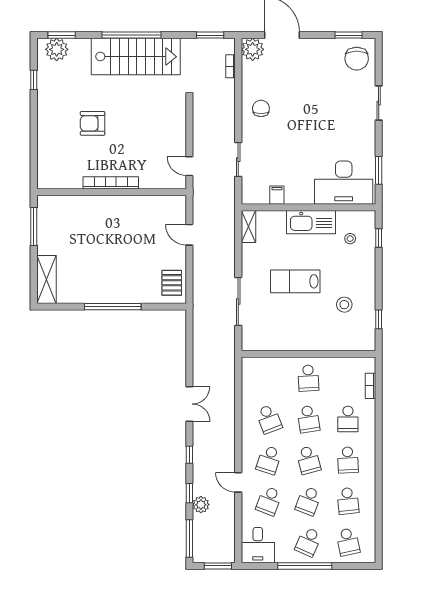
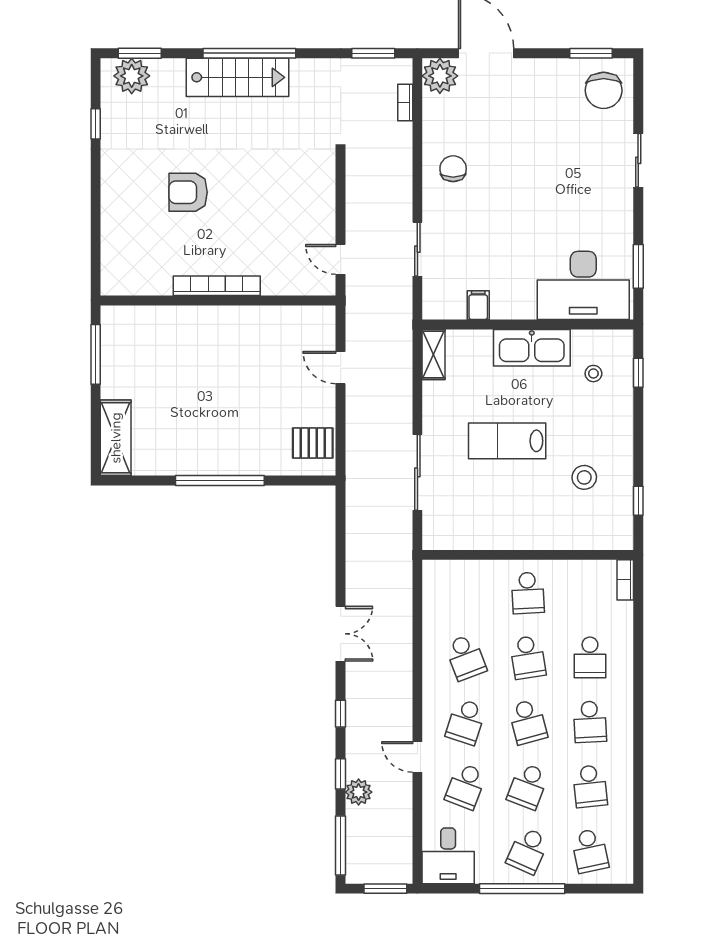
stairs: (136, 57) -> (238, 77), width x0.73, depth x0.66
pallet: (172, 283) -> (313, 443), turned 90
bookcase: (370, 386) -> (625, 580), moved

